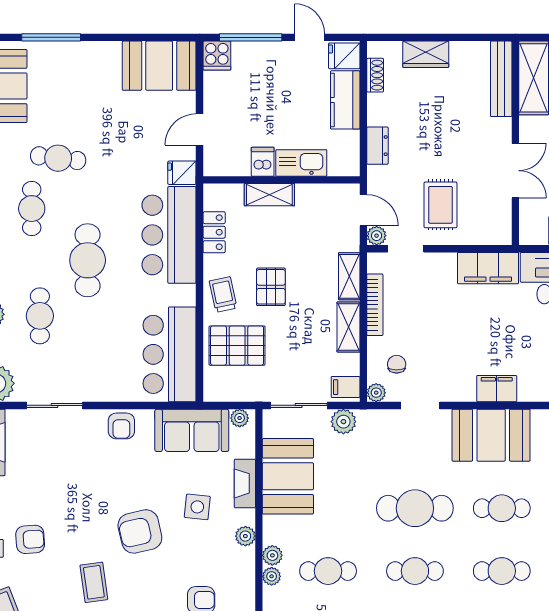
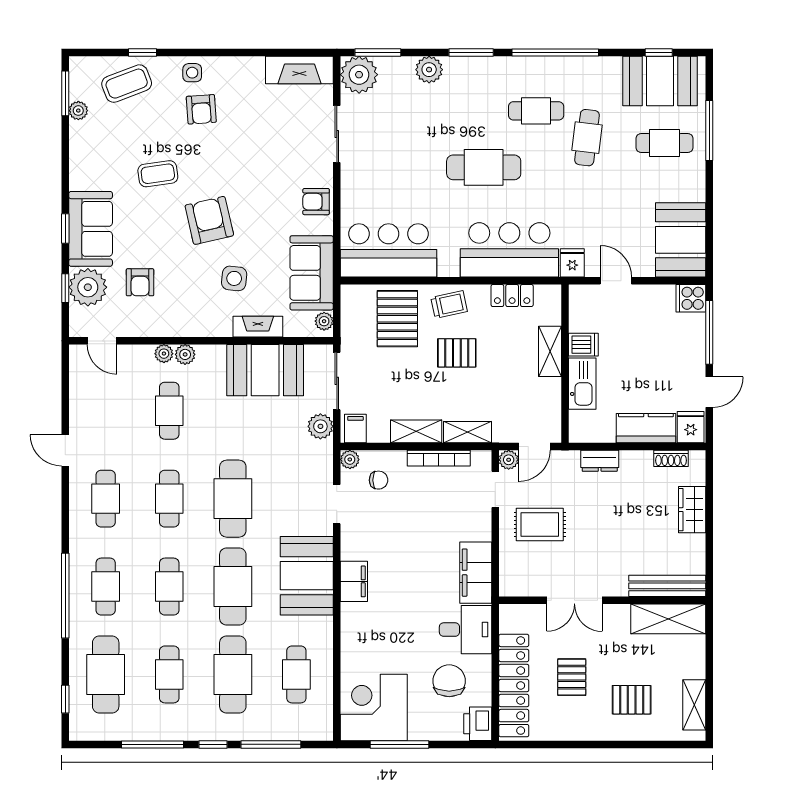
cafe table: (40, 316) -> (665, 143), moved
cafe table: (502, 508) -> (233, 587), width x1.37, depth x1.35
plant: (245, 536) -> (205, 327), removed

